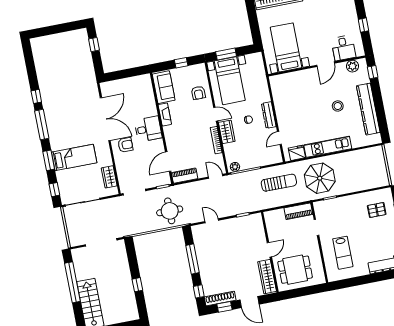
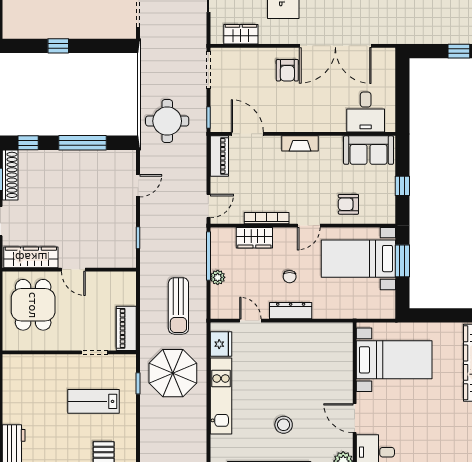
fireplace: (165, 114) -> (300, 143), moved
desk: (148, 129) -> (366, 112), moved
wardrobe: (227, 132) -> (254, 238), moved
plant: (235, 167) -> (218, 277), moved
lab bench: (343, 253) -> (94, 401), moved

